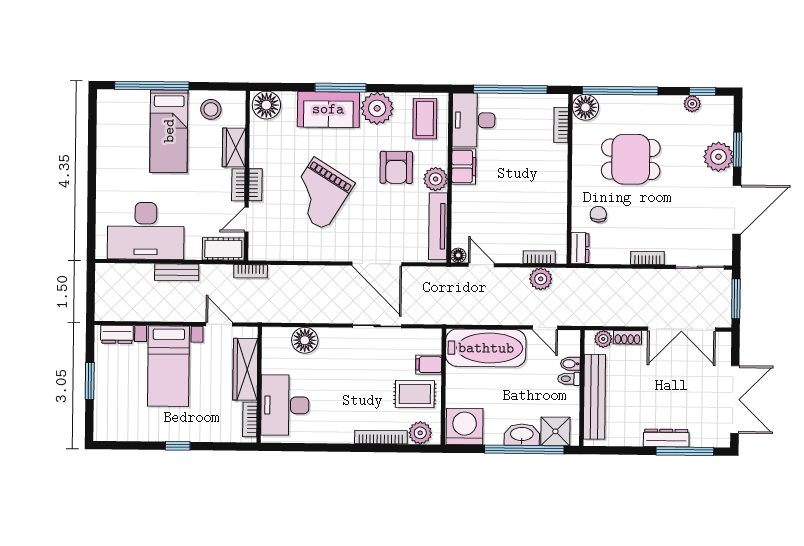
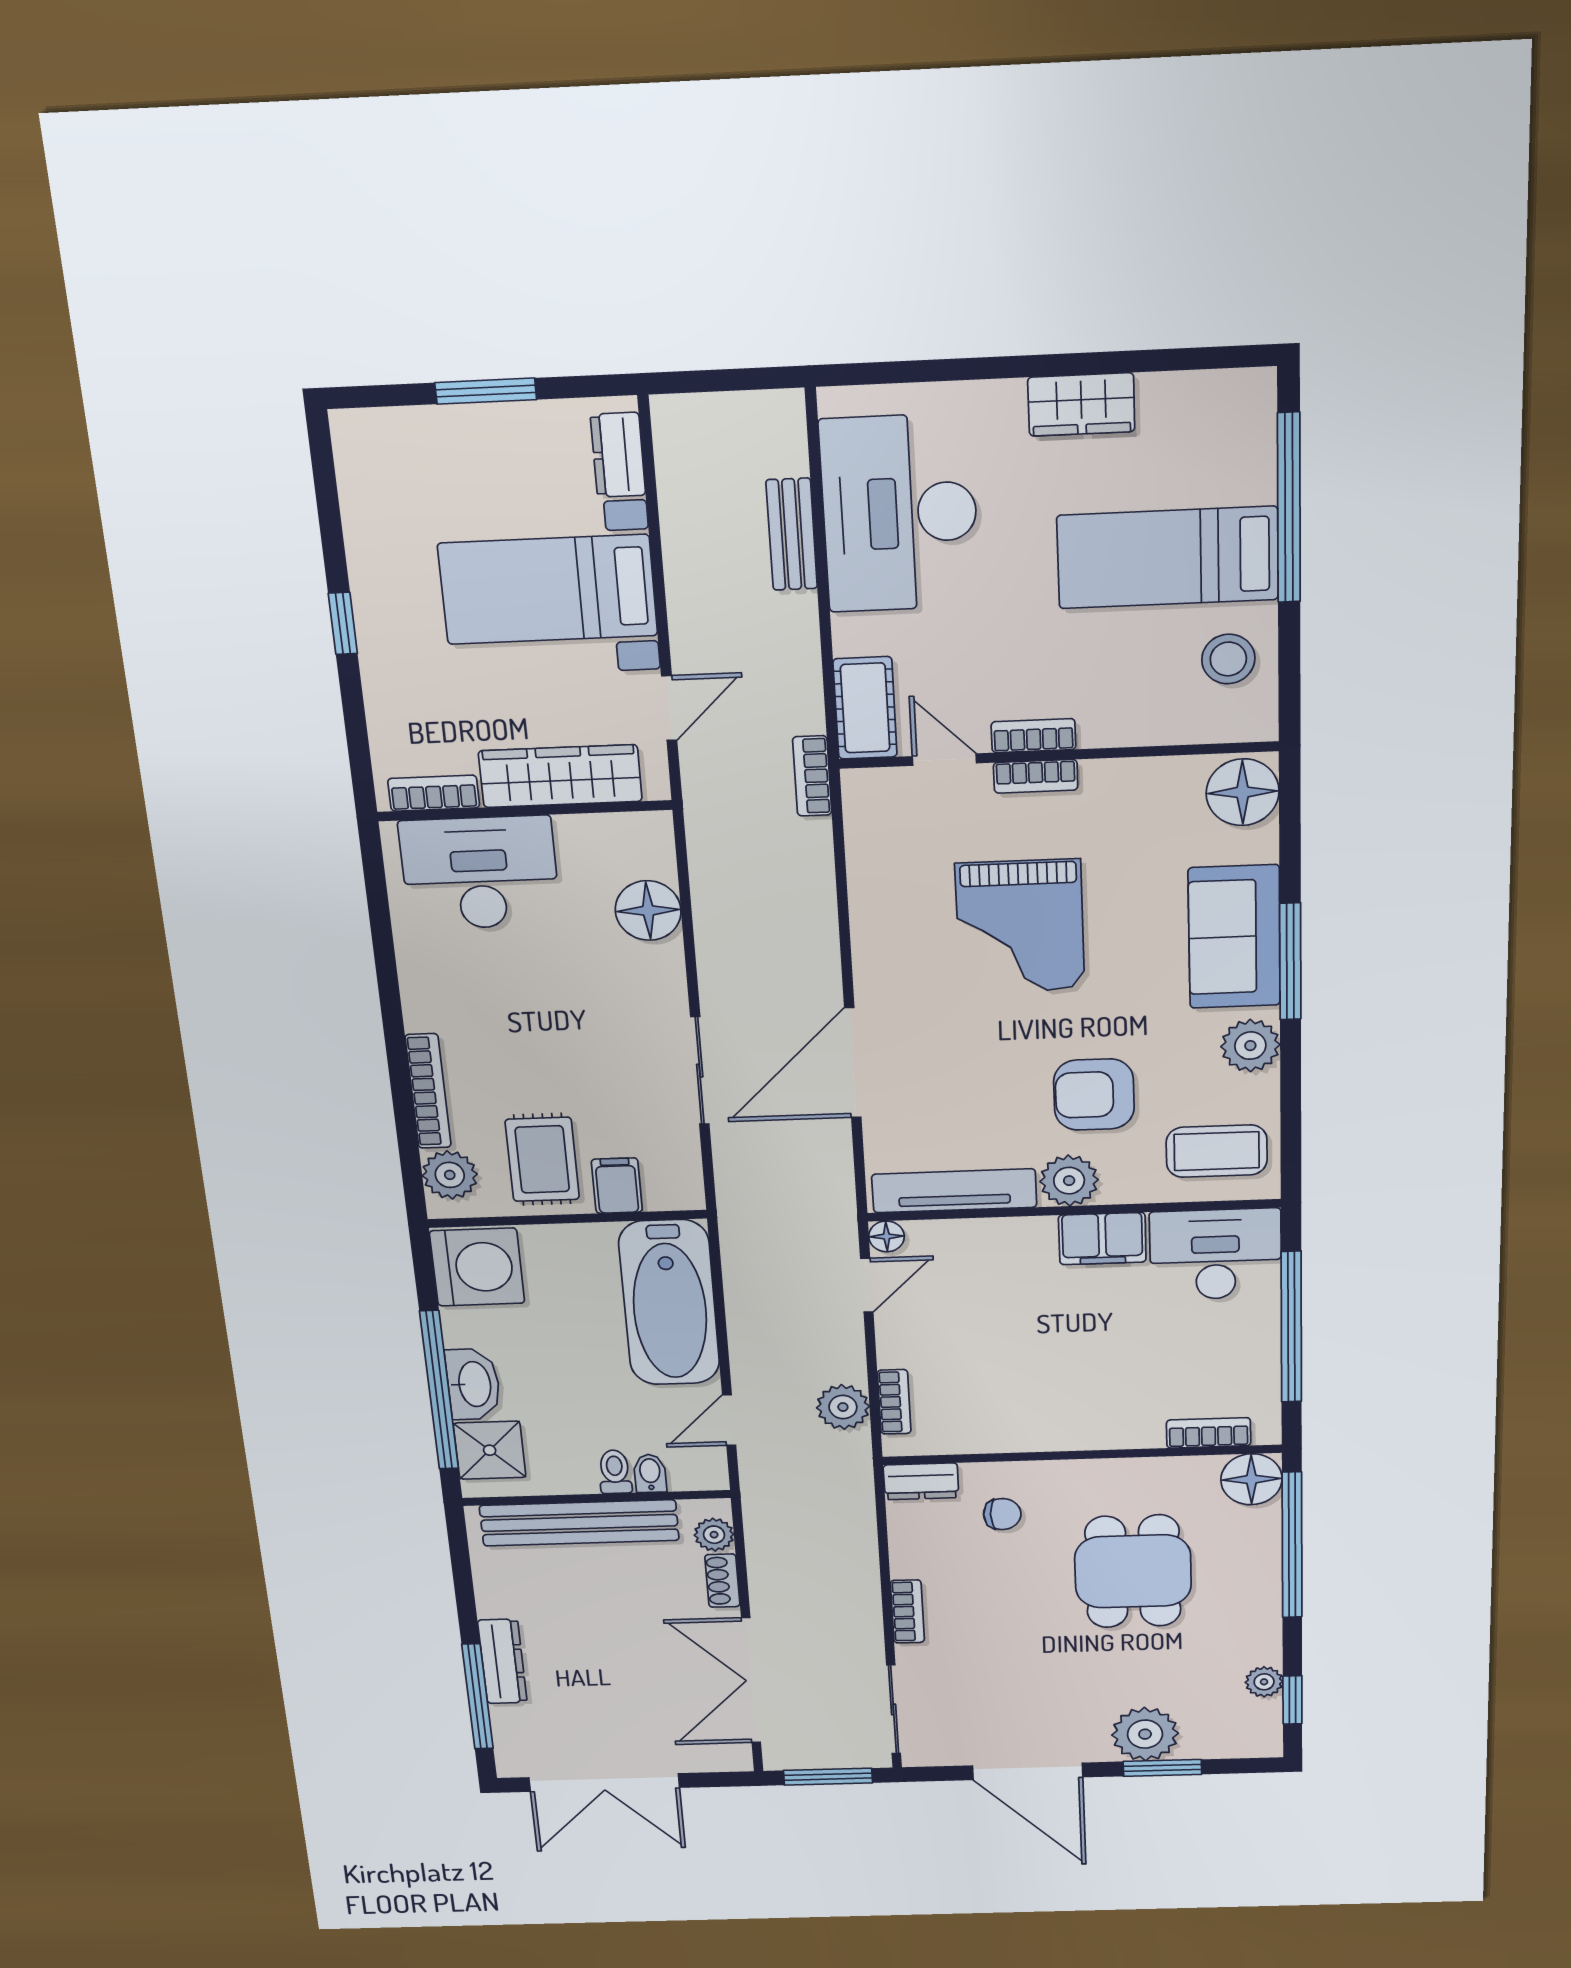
plant: (377, 108) -> (1250, 1046), width x0.73, depth x0.73
wardrobe: (234, 148) -> (1081, 404), moved, turned 180
grand piano: (319, 194) -> (1020, 926), turned -122
bench: (177, 272) -> (792, 534), moved

